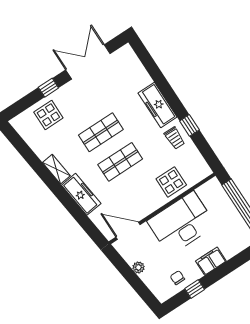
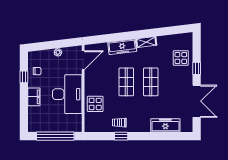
freezer: (158, 105) -> (165, 125), moved

